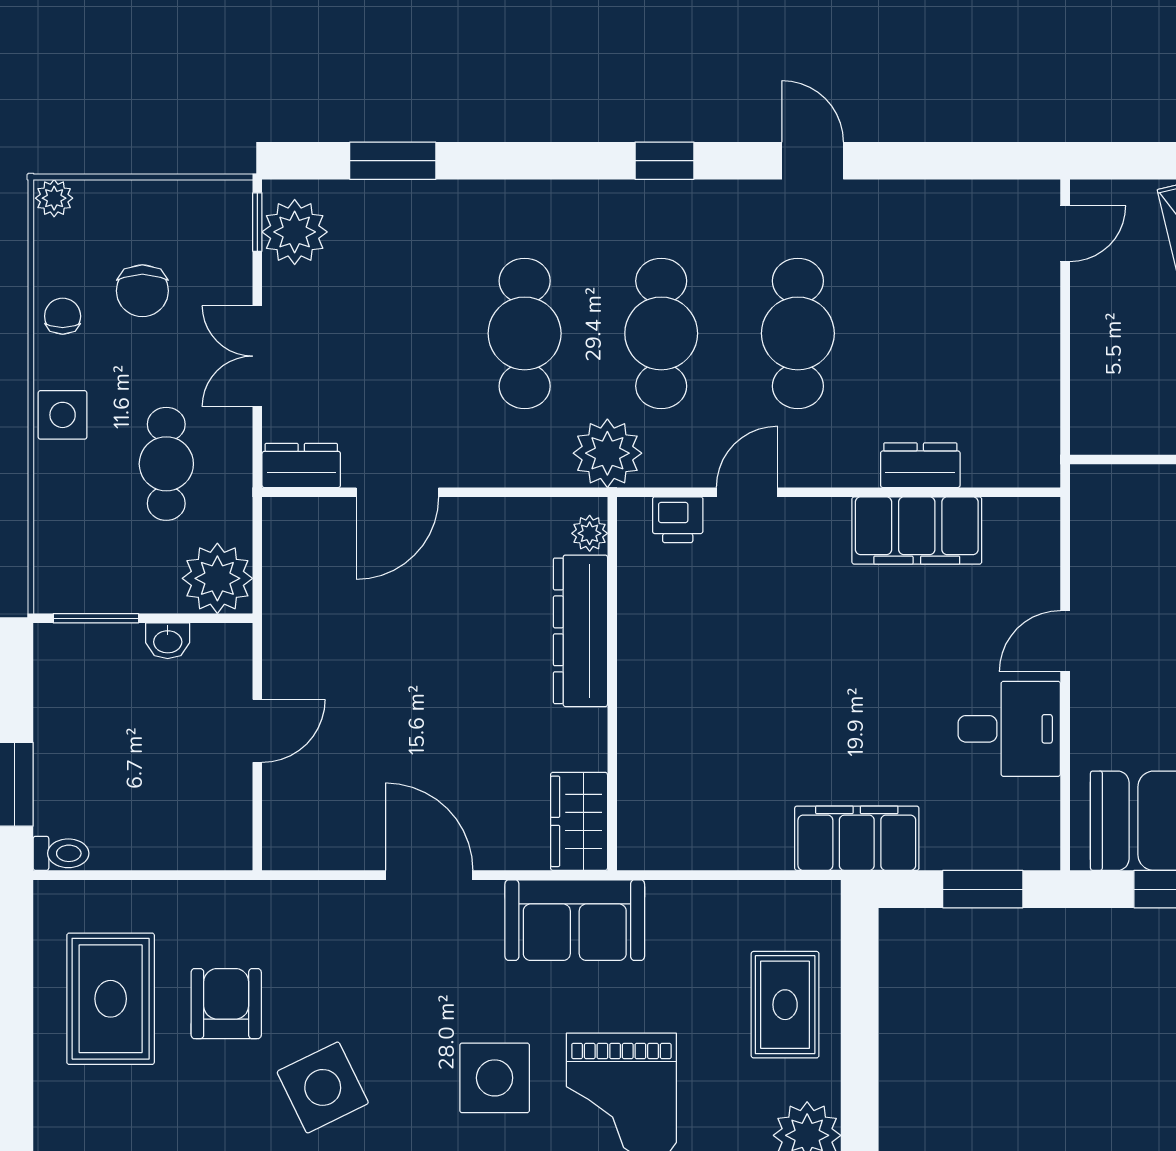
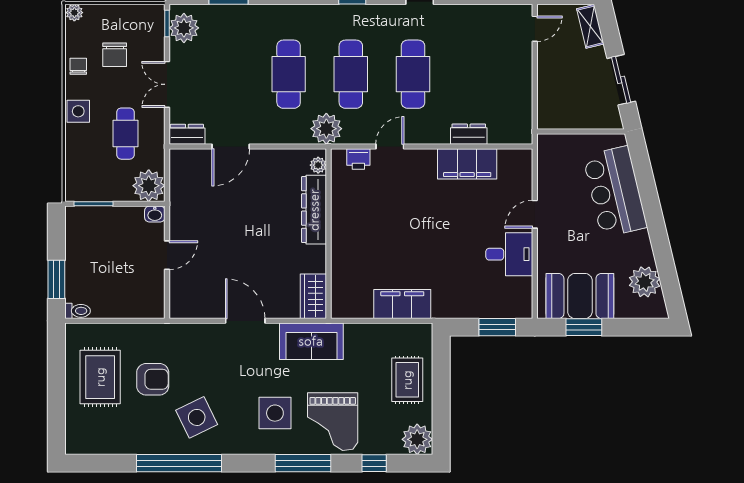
washbasin: (168, 641) -> (155, 214), moved
filing cabinet: (857, 838) -> (402, 304), moved
armchair: (226, 1004) -> (153, 379), turned 90

